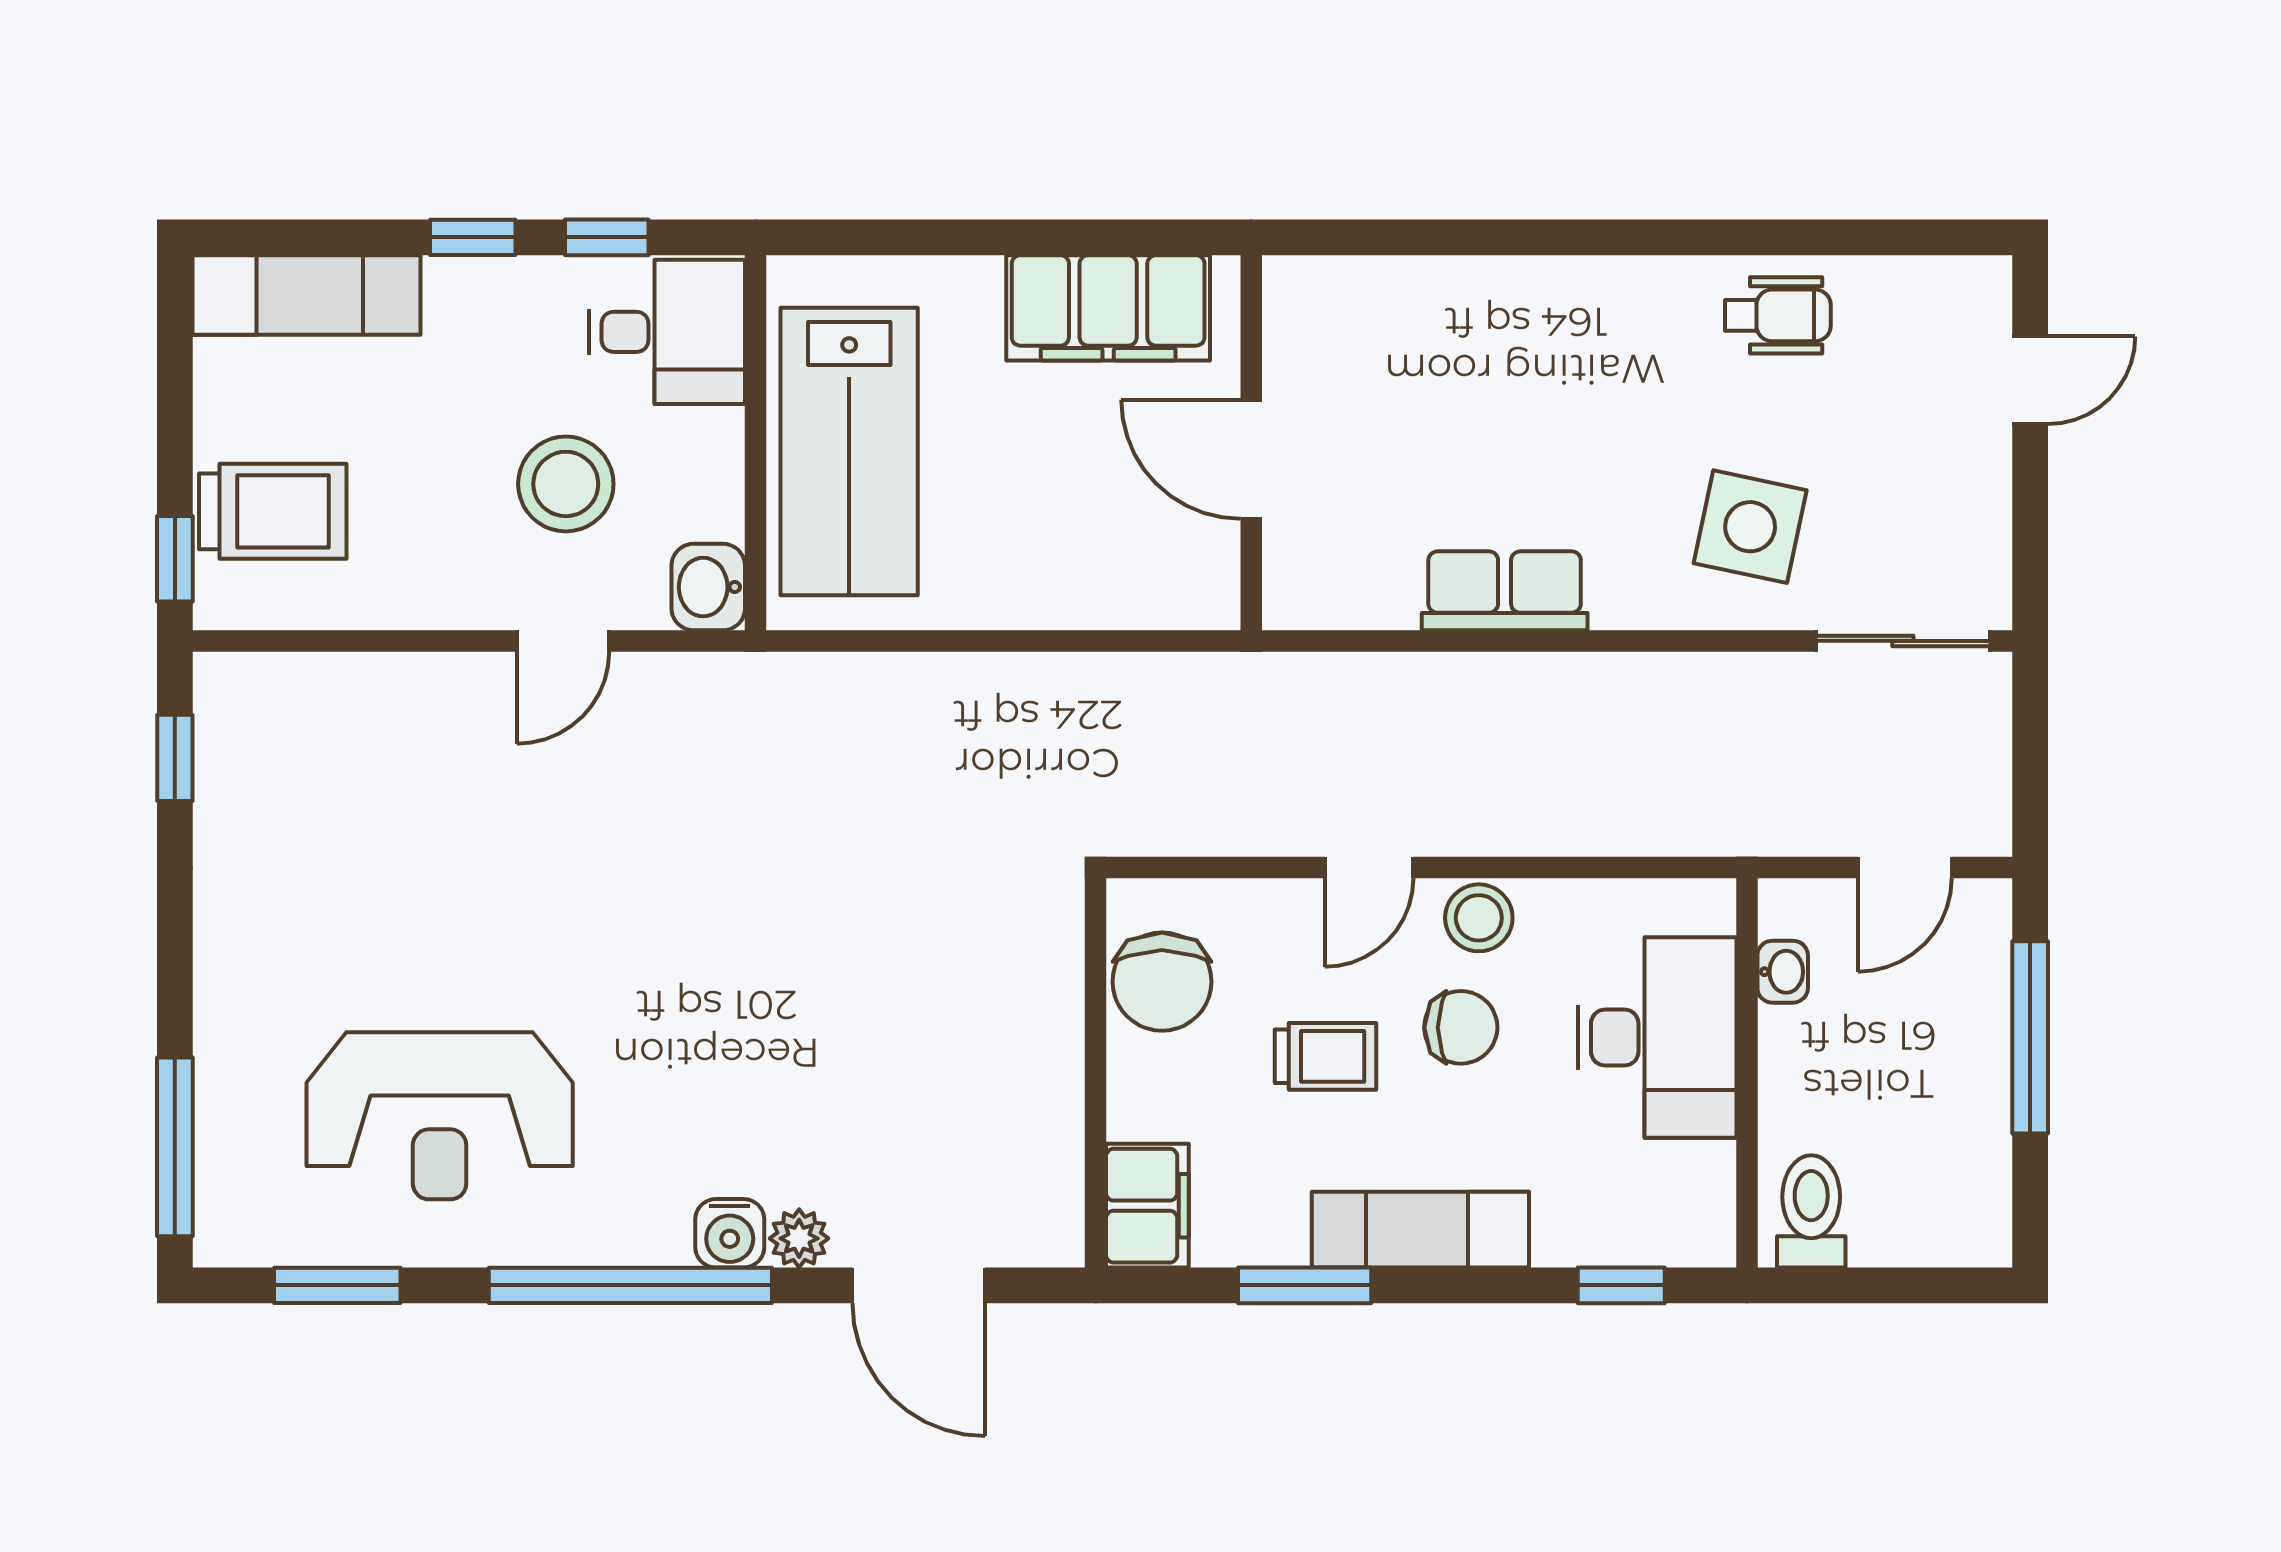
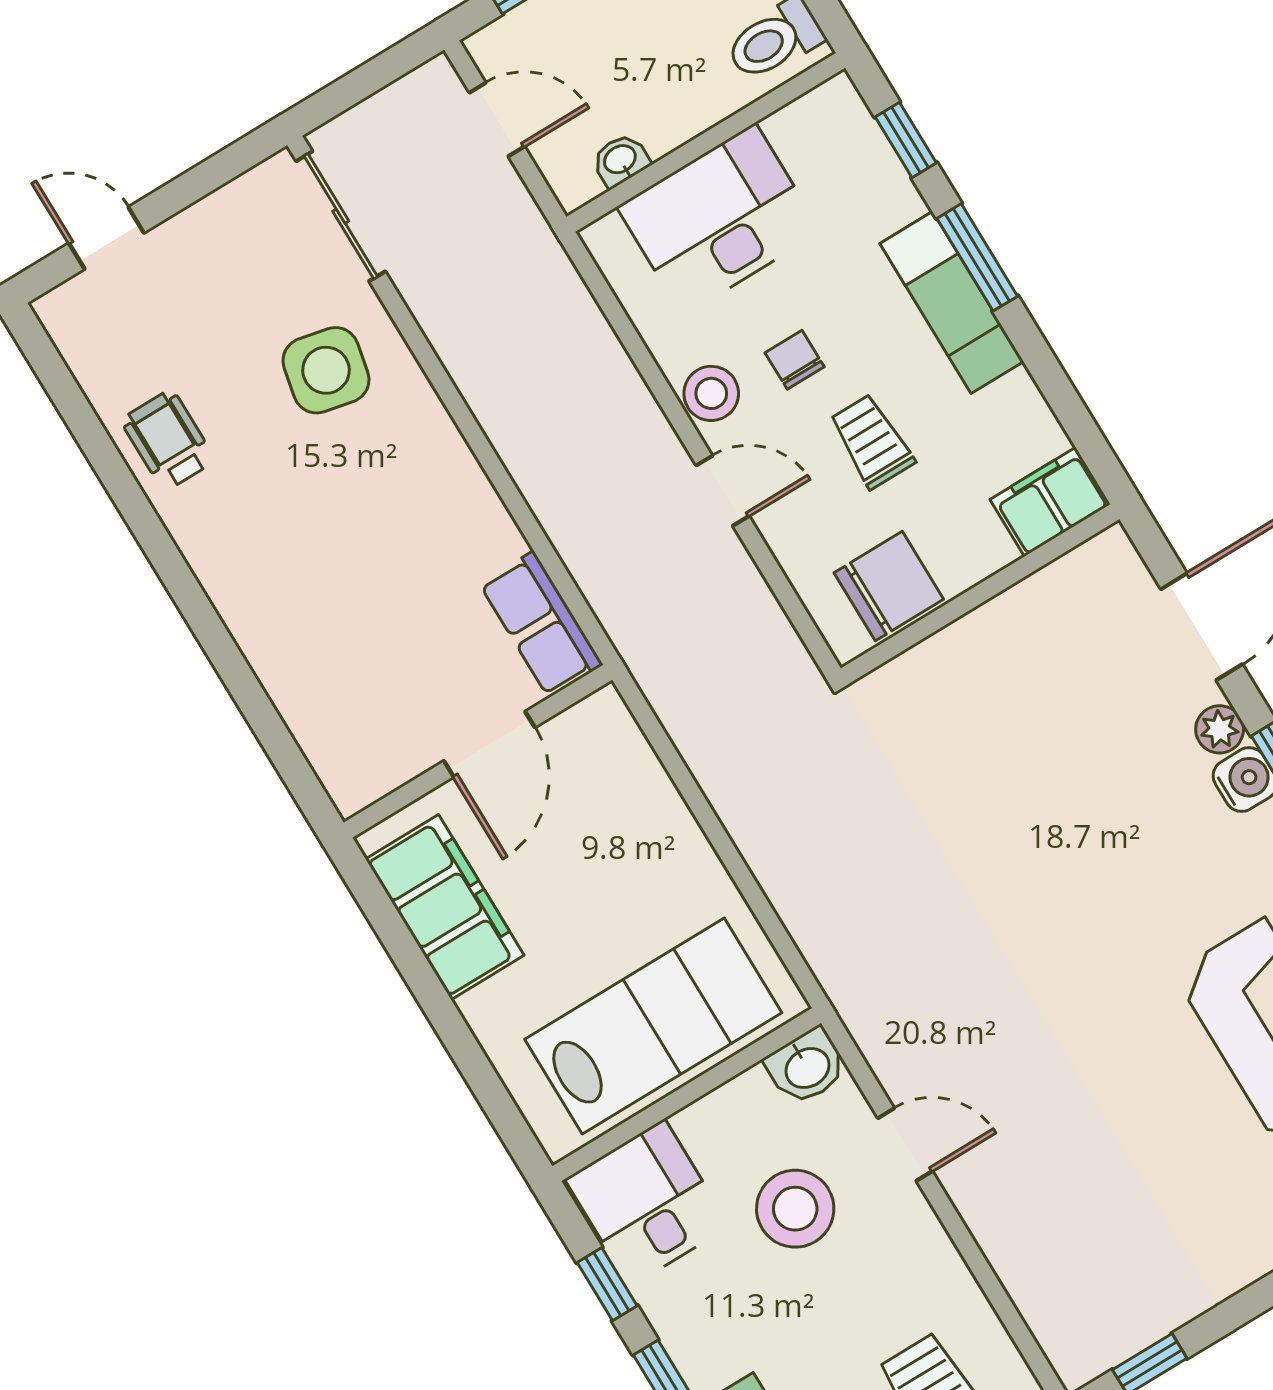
row of seats: (1505, 591) -> (541, 624), moved
chair: (1461, 1027) -> (795, 360), width x0.73, depth x0.73
window: (1305, 1285) -> (977, 257), moved

